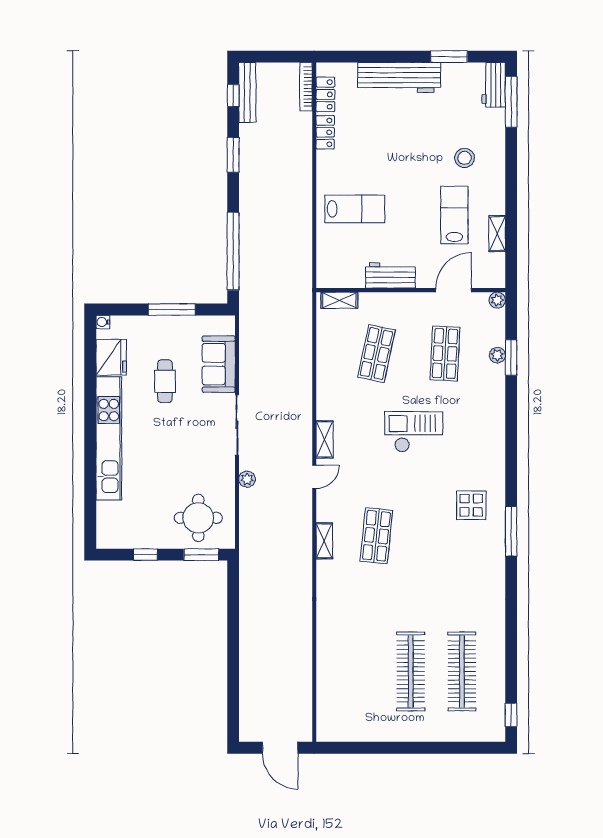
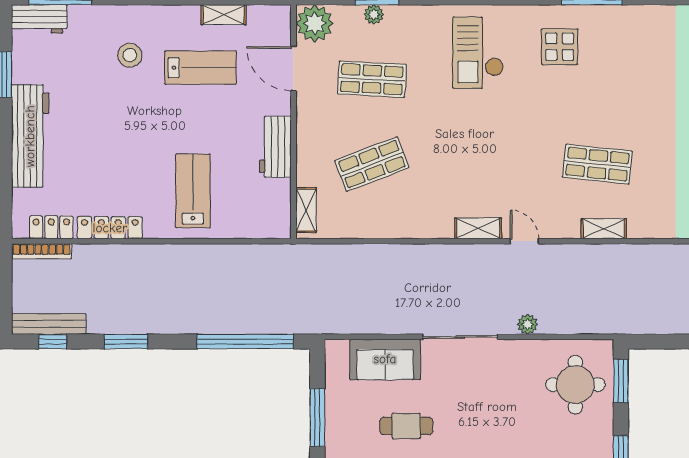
locker: (325, 132) -> (110, 228), width x1.53
lab bench: (454, 215) -> (200, 68), turned 180
plant: (497, 300) -> (315, 23), width x1.87, depth x1.87
shop shelf: (376, 354) -> (372, 164), turned -33
checkout: (414, 432) -> (478, 53), moved

